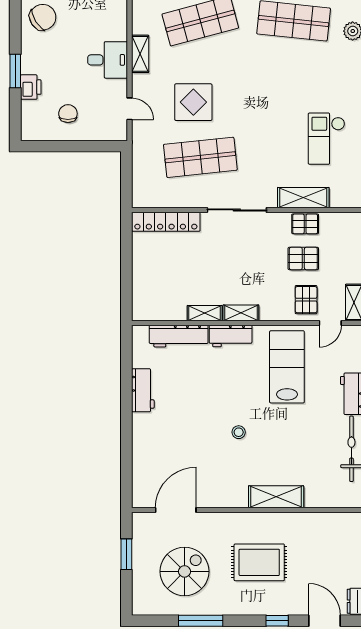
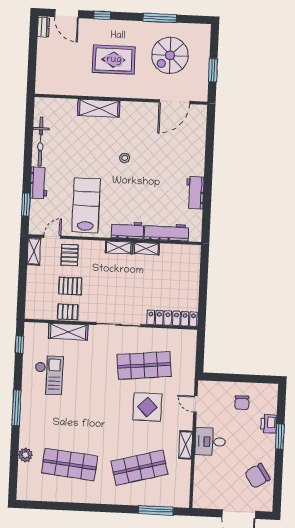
lab bench: (287, 367) -> (86, 205), turned 180

